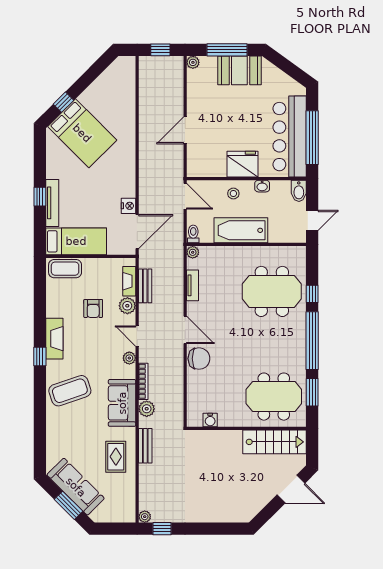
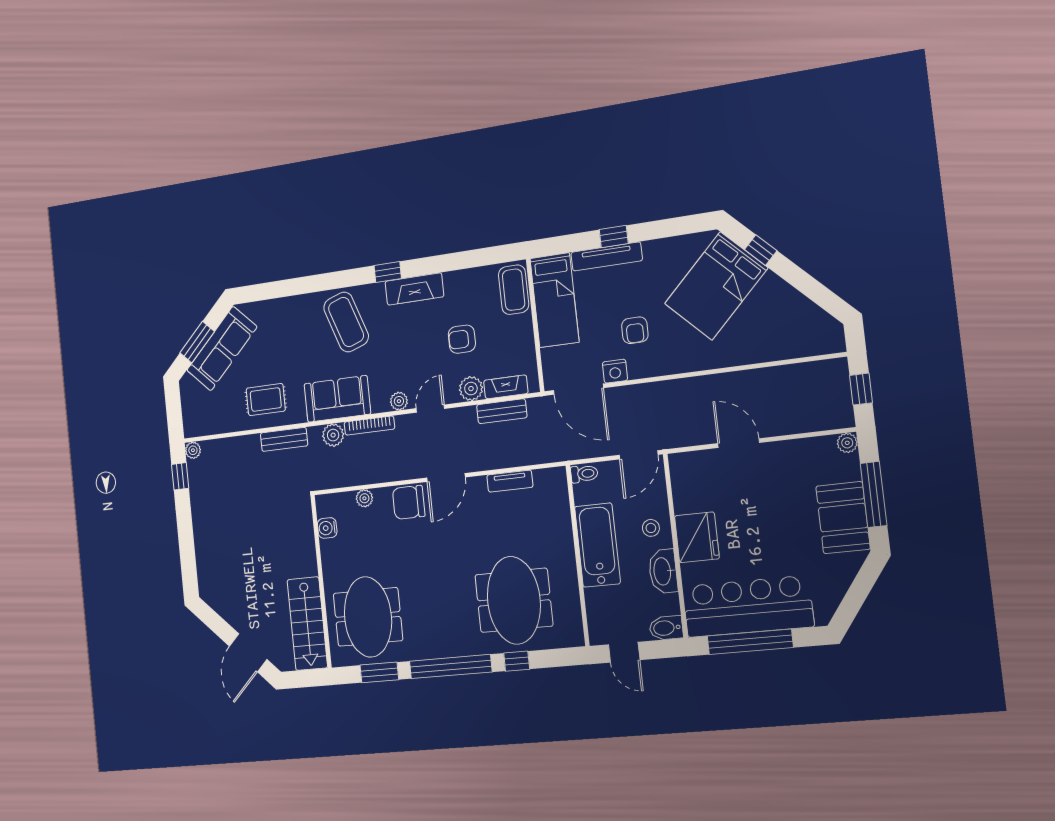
washbasin: (262, 186) -> (663, 571), width x1.91, depth x1.45
armchair: (103, 190) -> (635, 330), added
plant: (193, 252) -> (364, 498), moved
chair: (199, 359) -> (409, 502), turned 90

